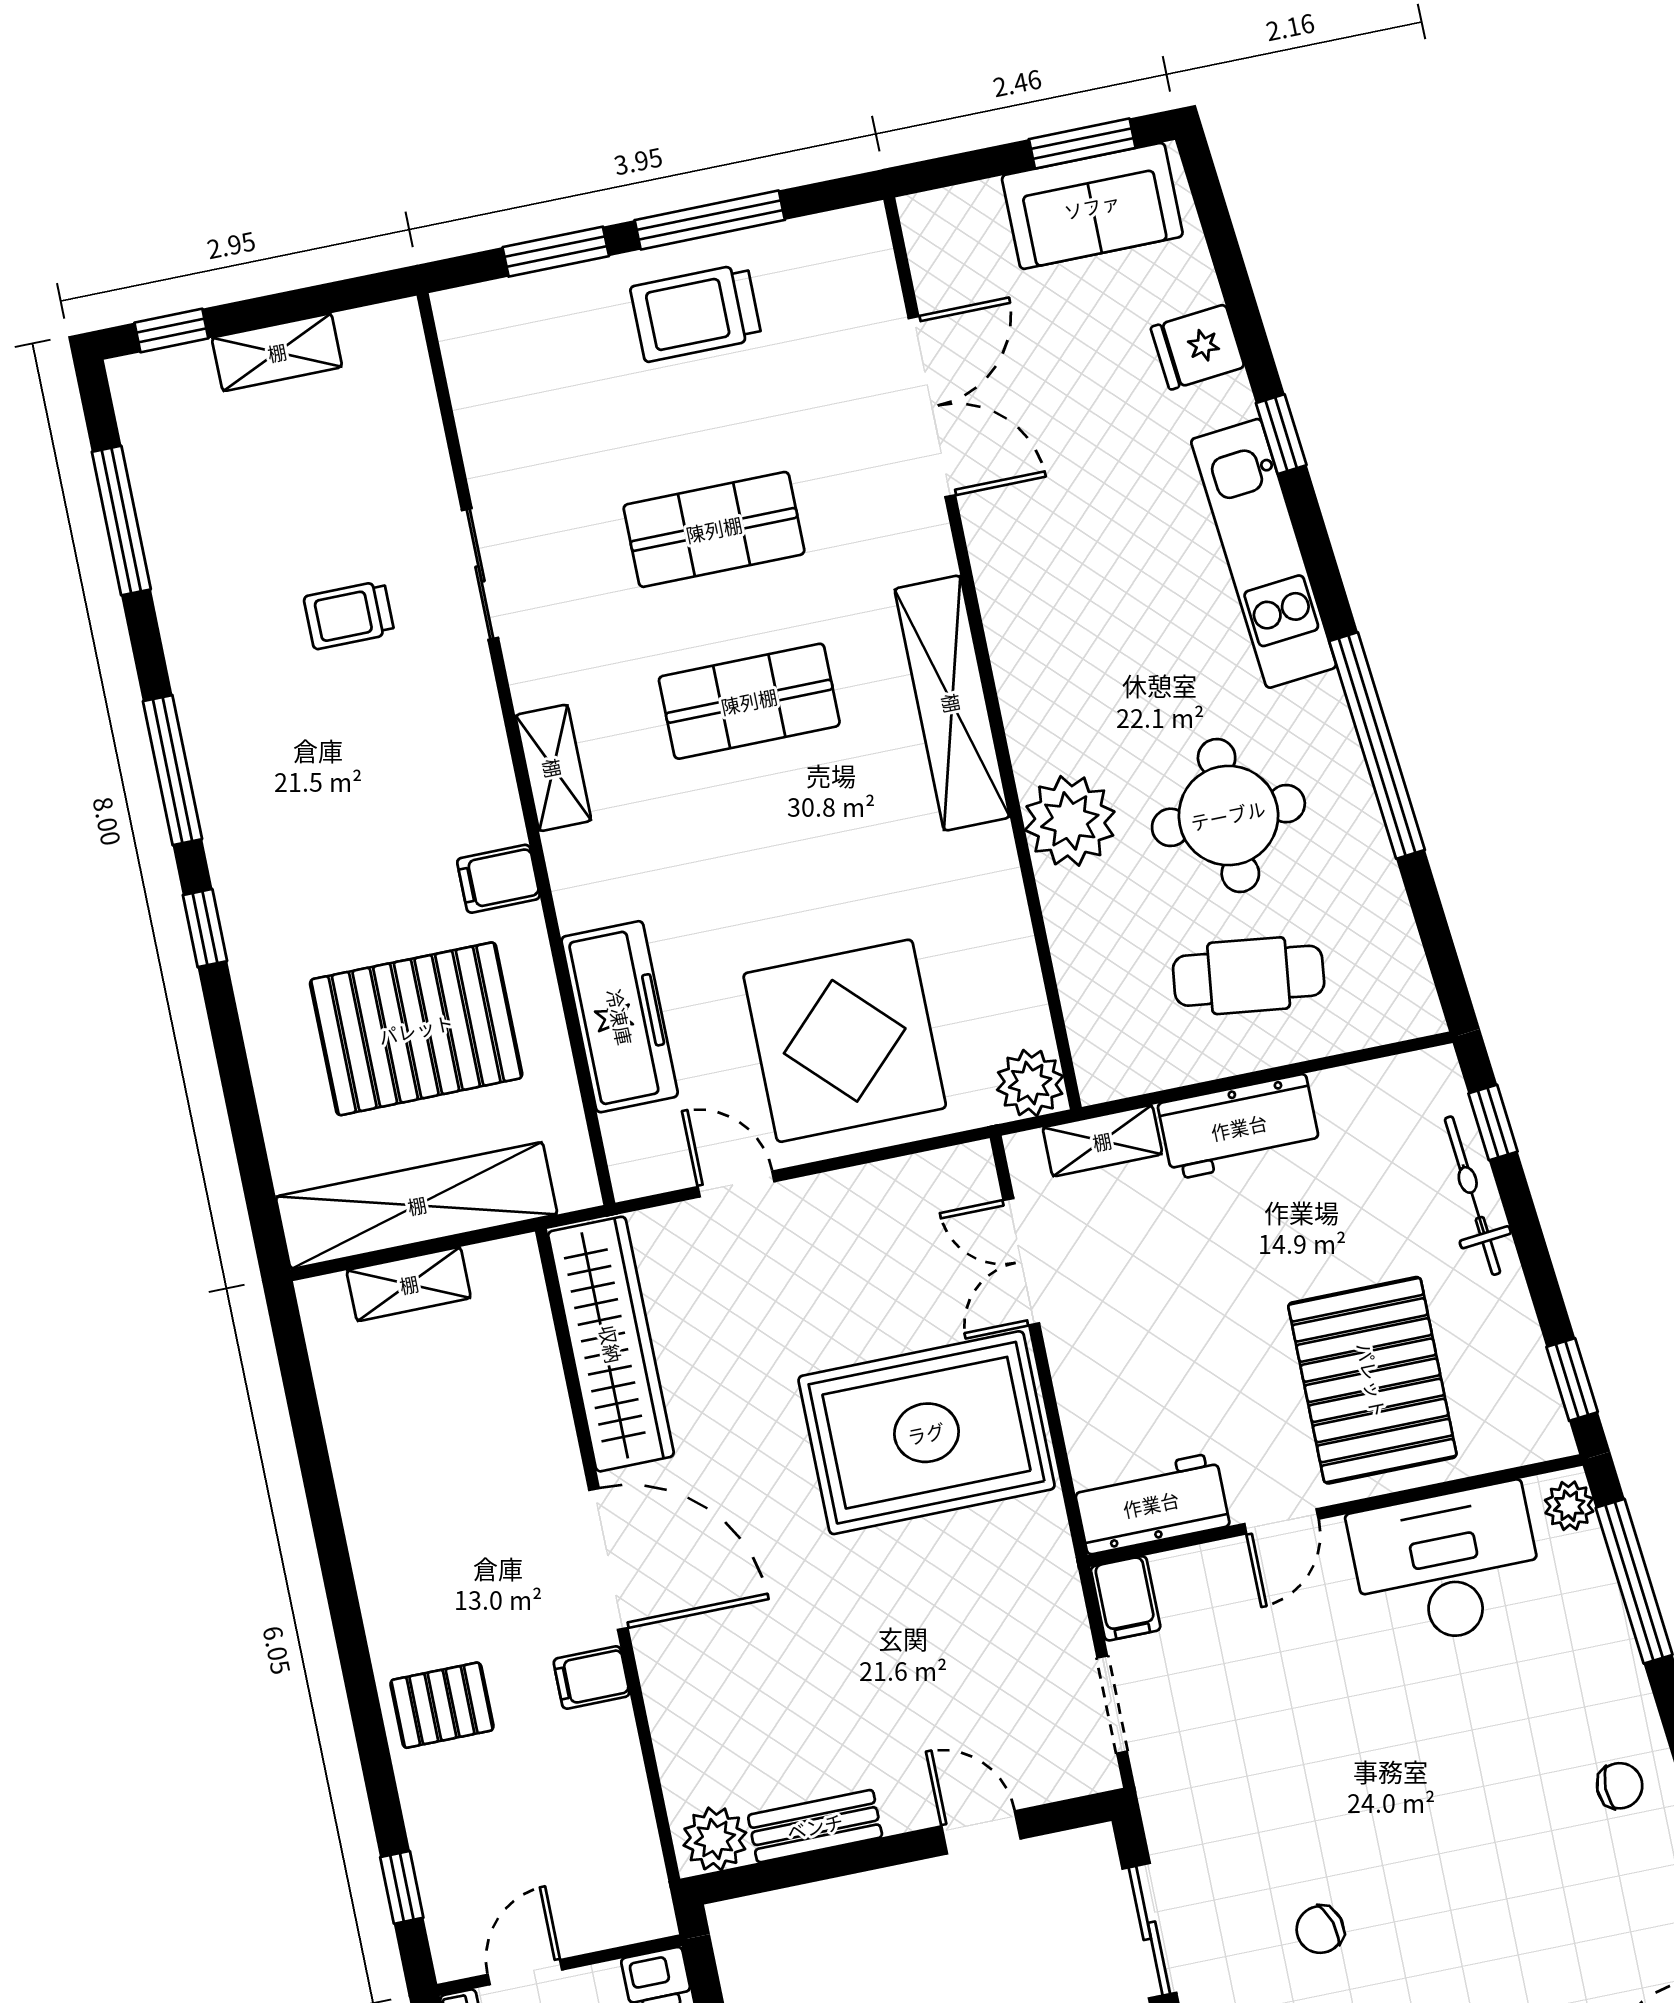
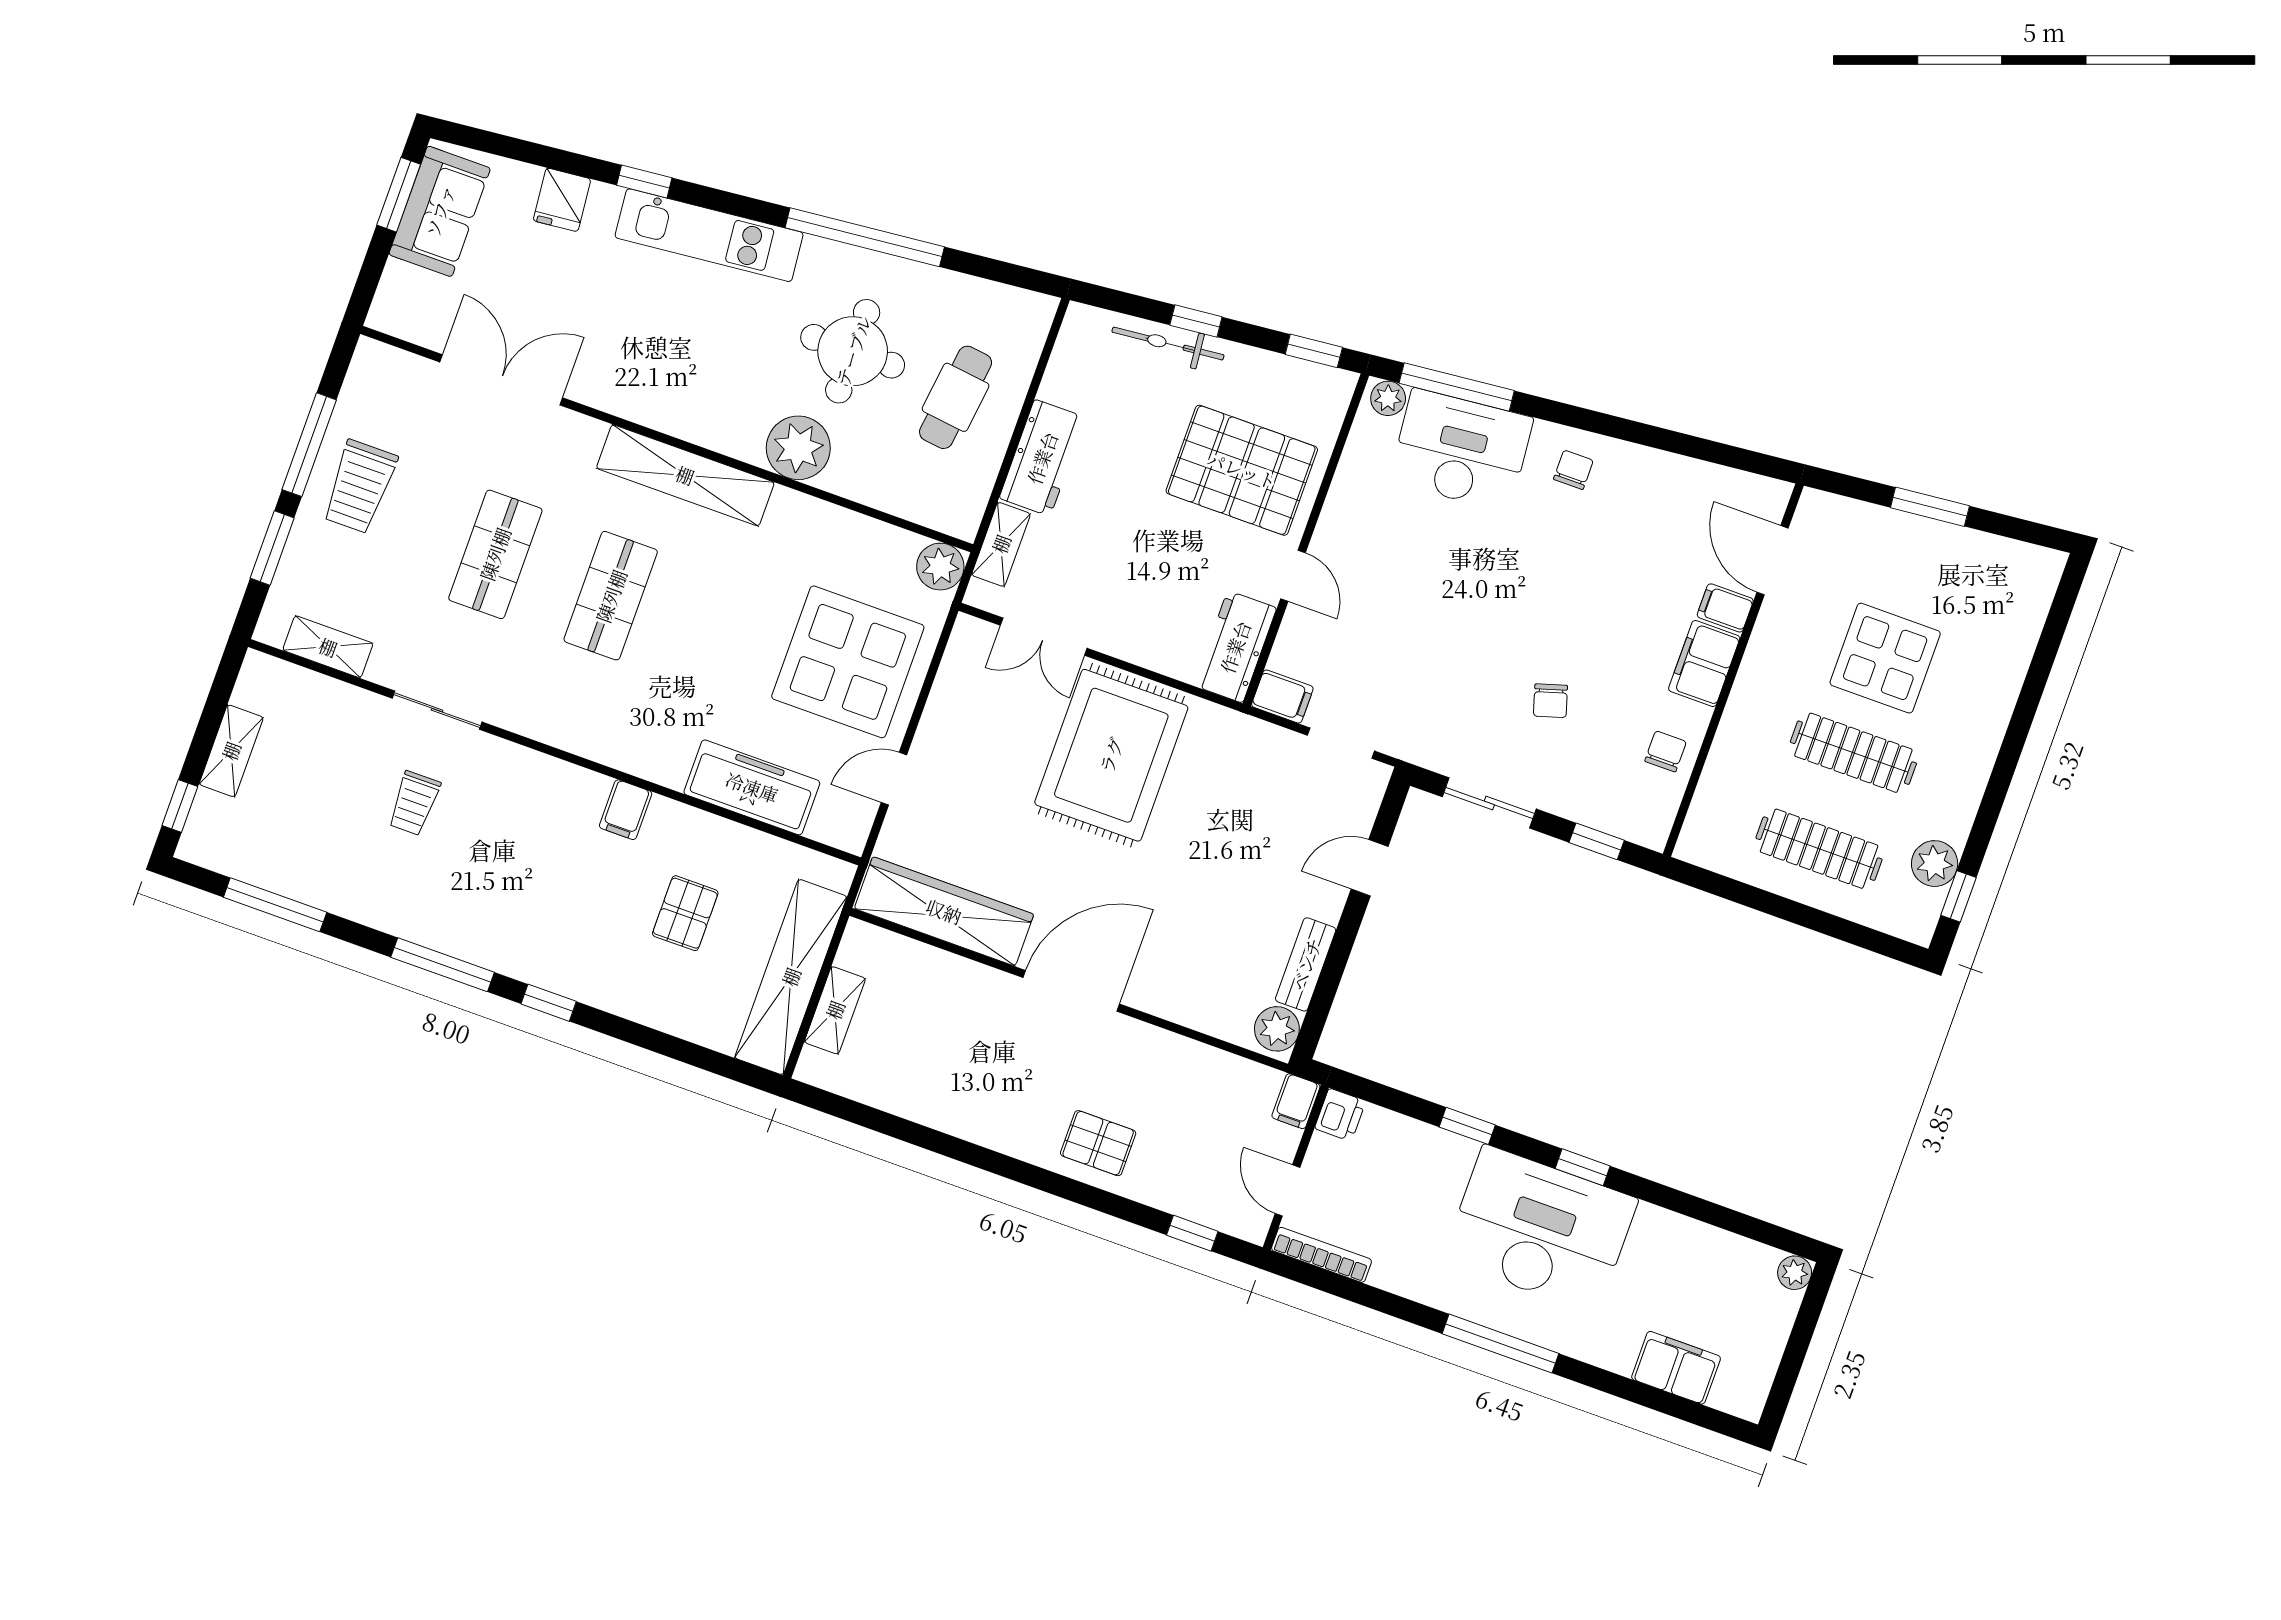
shelving: (553, 768) -> (328, 647), moved
pallet: (416, 1029) -> (685, 913), width x0.49, depth x0.50
window: (1493, 1122) -> (1196, 321), moved
desk: (1447, 1566) -> (1461, 450), moved, turned 84
filing cabinet: (592, 1678) -> (1296, 1101), moved
pallet: (442, 1705) -> (1098, 1143), turned 90

